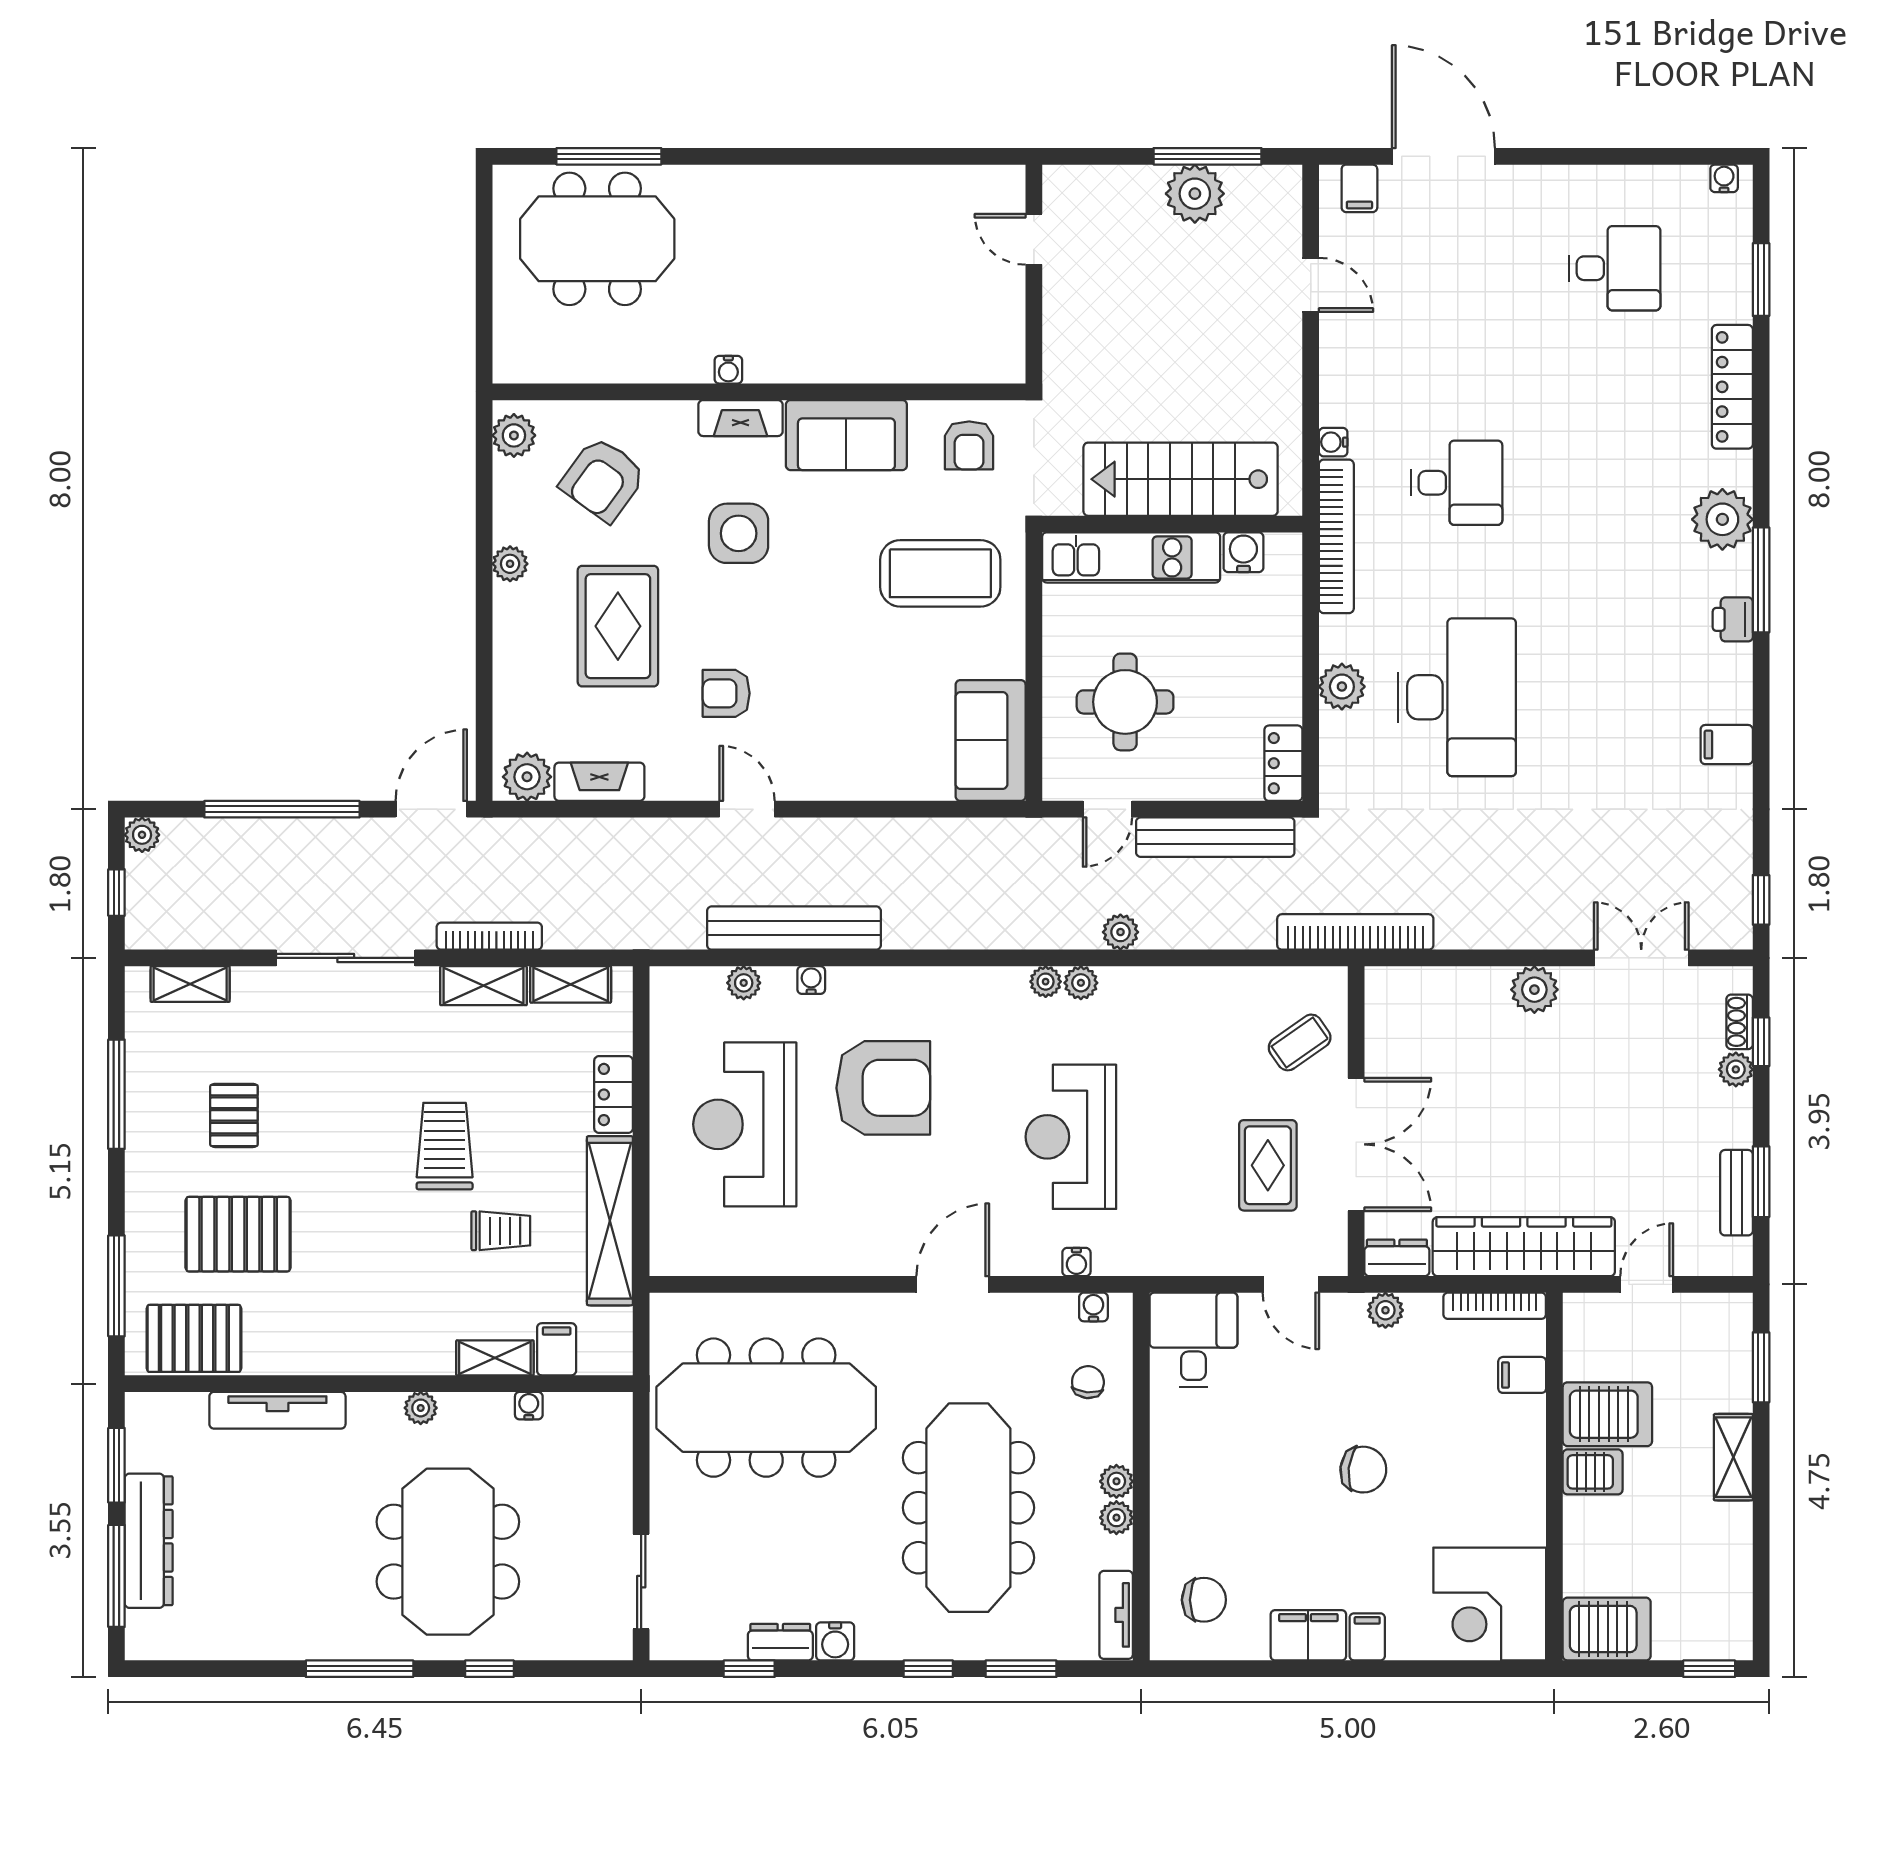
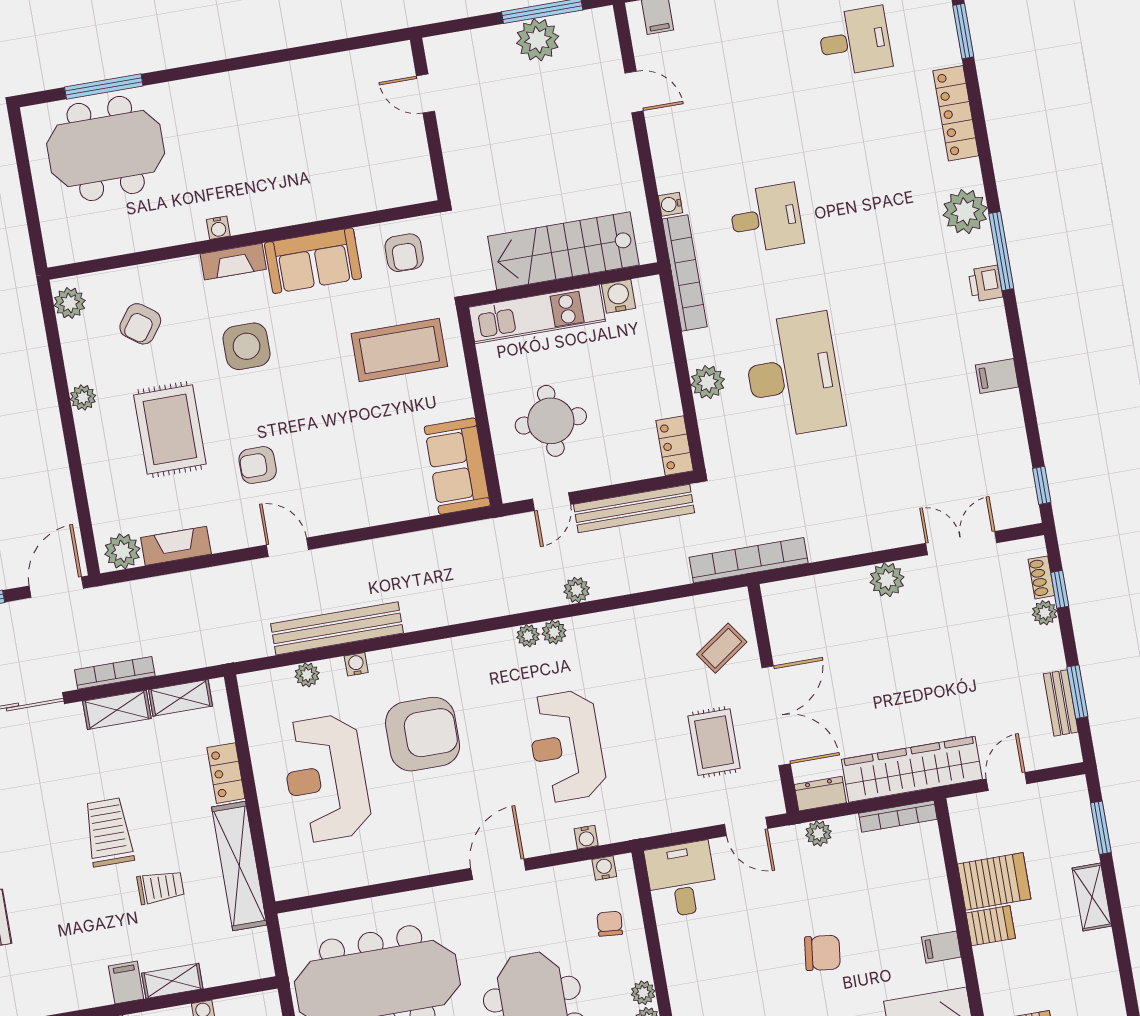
armchair: (603, 479) -> (140, 324), width x0.72, depth x0.72
filing cabinet: (557, 1349) -> (126, 982), moved
filing cabinet: (1522, 1375) -> (941, 947), moved

